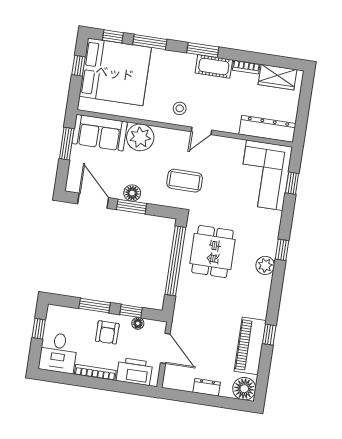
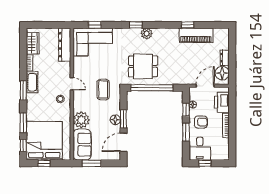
desk: (58, 353) -> (200, 149), moved, turned 90
floor lamp: (244, 389) -> (222, 73), moved

